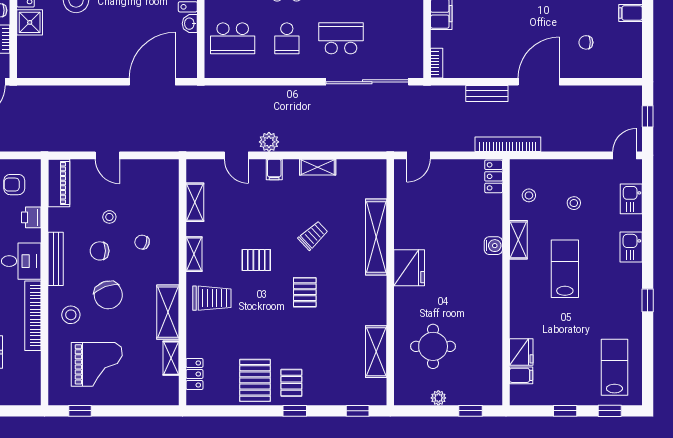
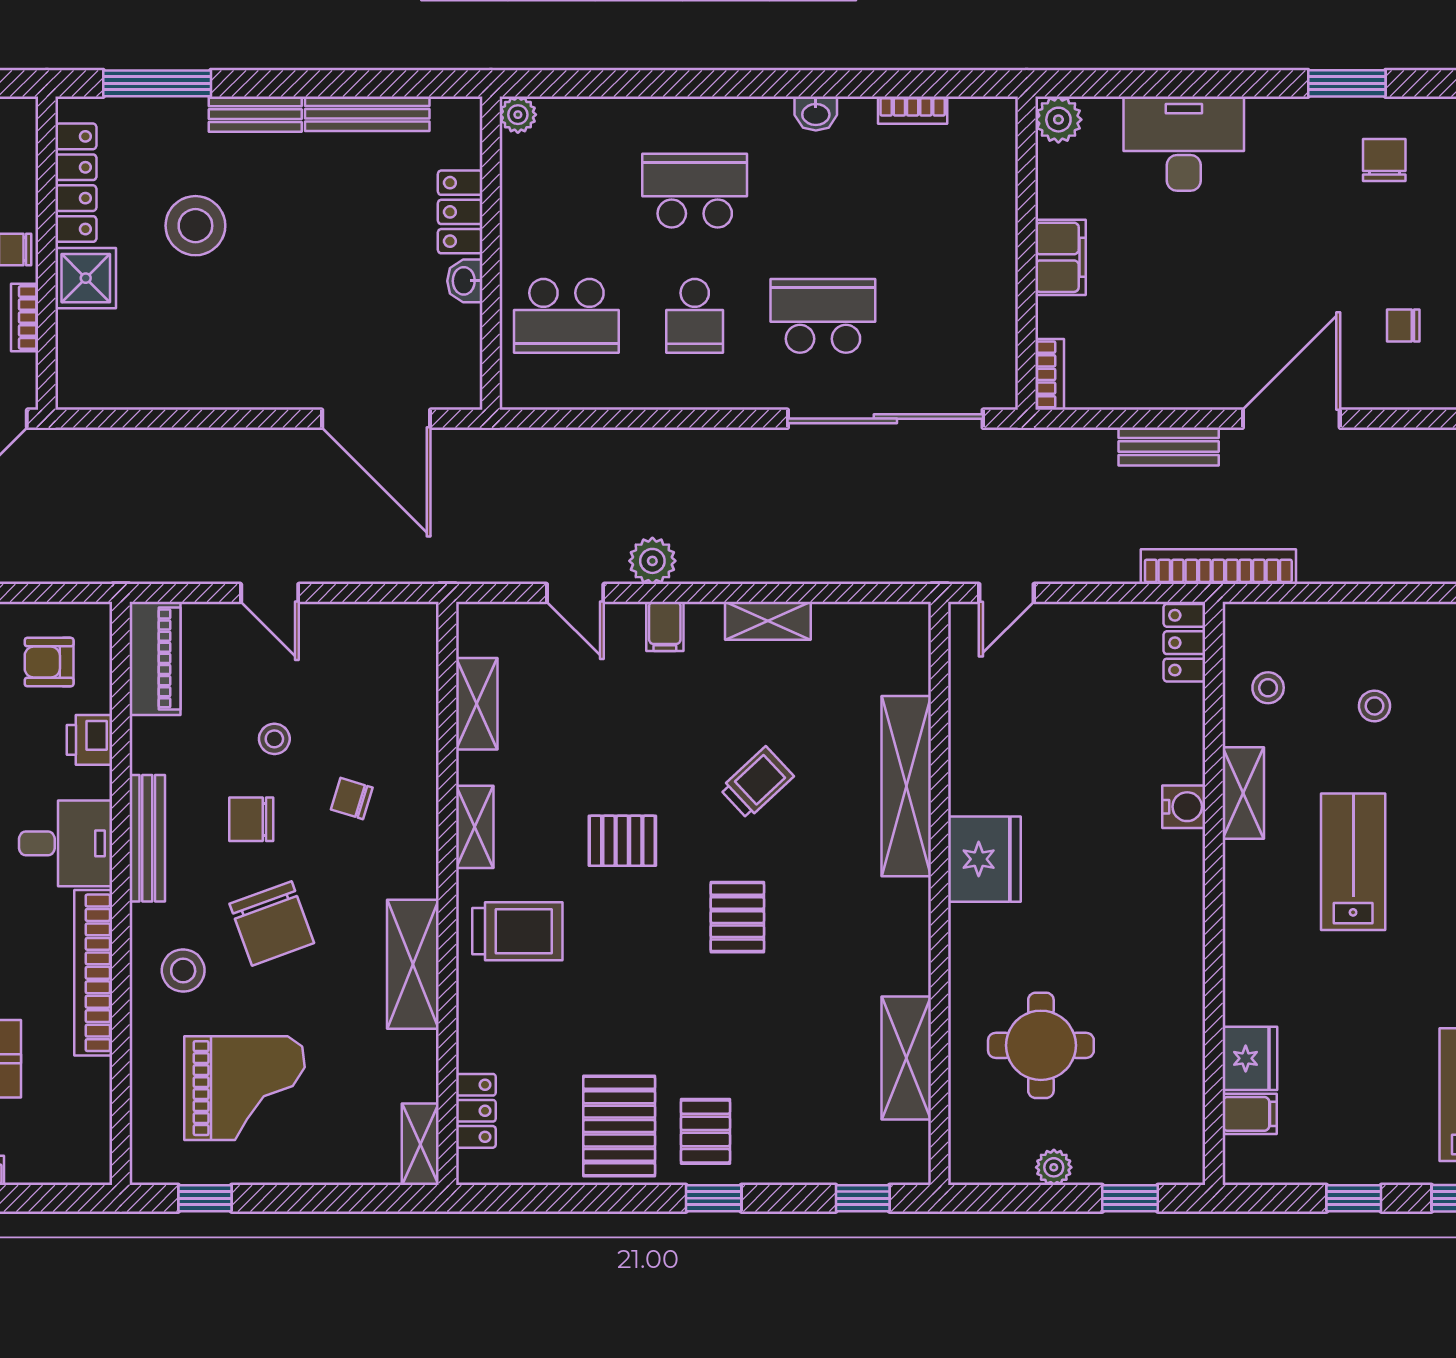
door: (152, 82) -> (376, 419), swing flipped
shelving: (171, 358) -> (420, 1144), moved

